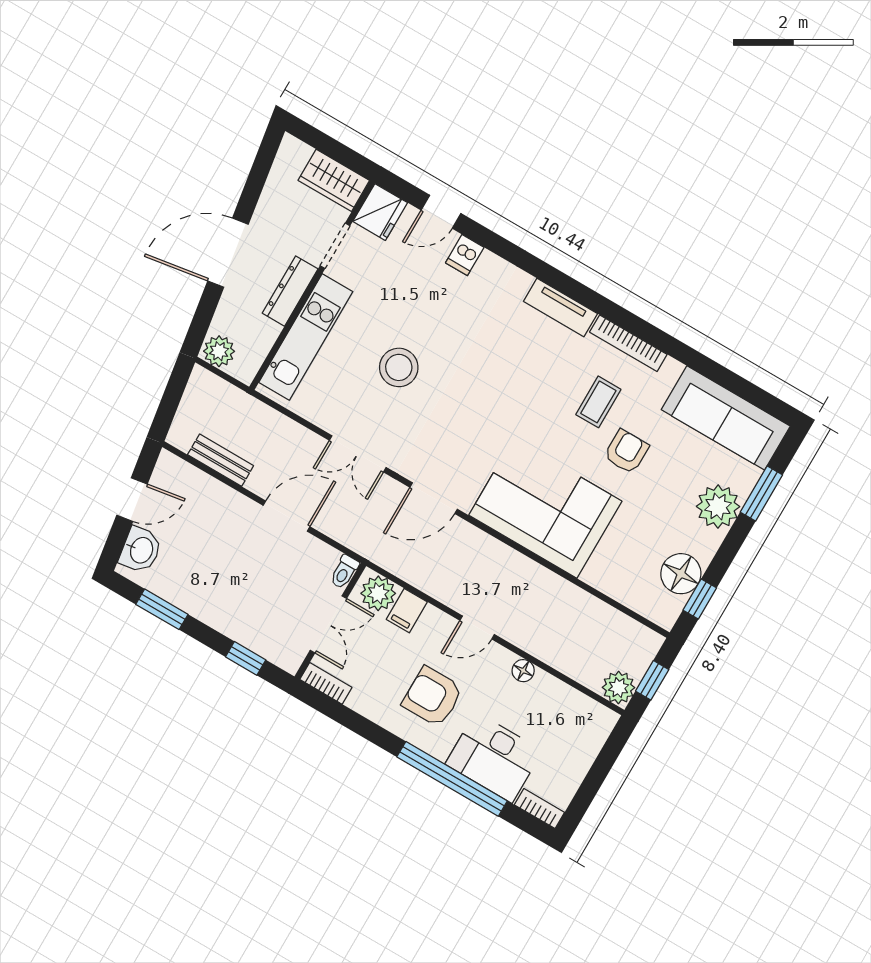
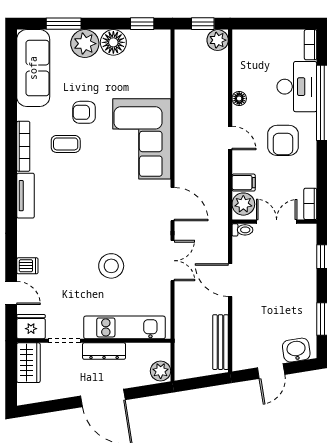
bench: (221, 460) -> (221, 342), width x1.36
door: (132, 500) -> (271, 371), swing flipped
floor lamp: (681, 574) -> (113, 42), moved

